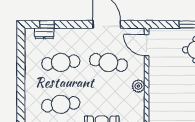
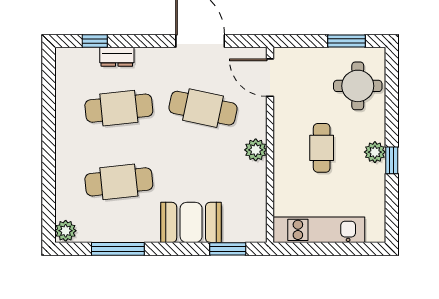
dresser: (44, 33) -> (117, 57), moved
cafe table: (176, 85) -> (322, 148), added

